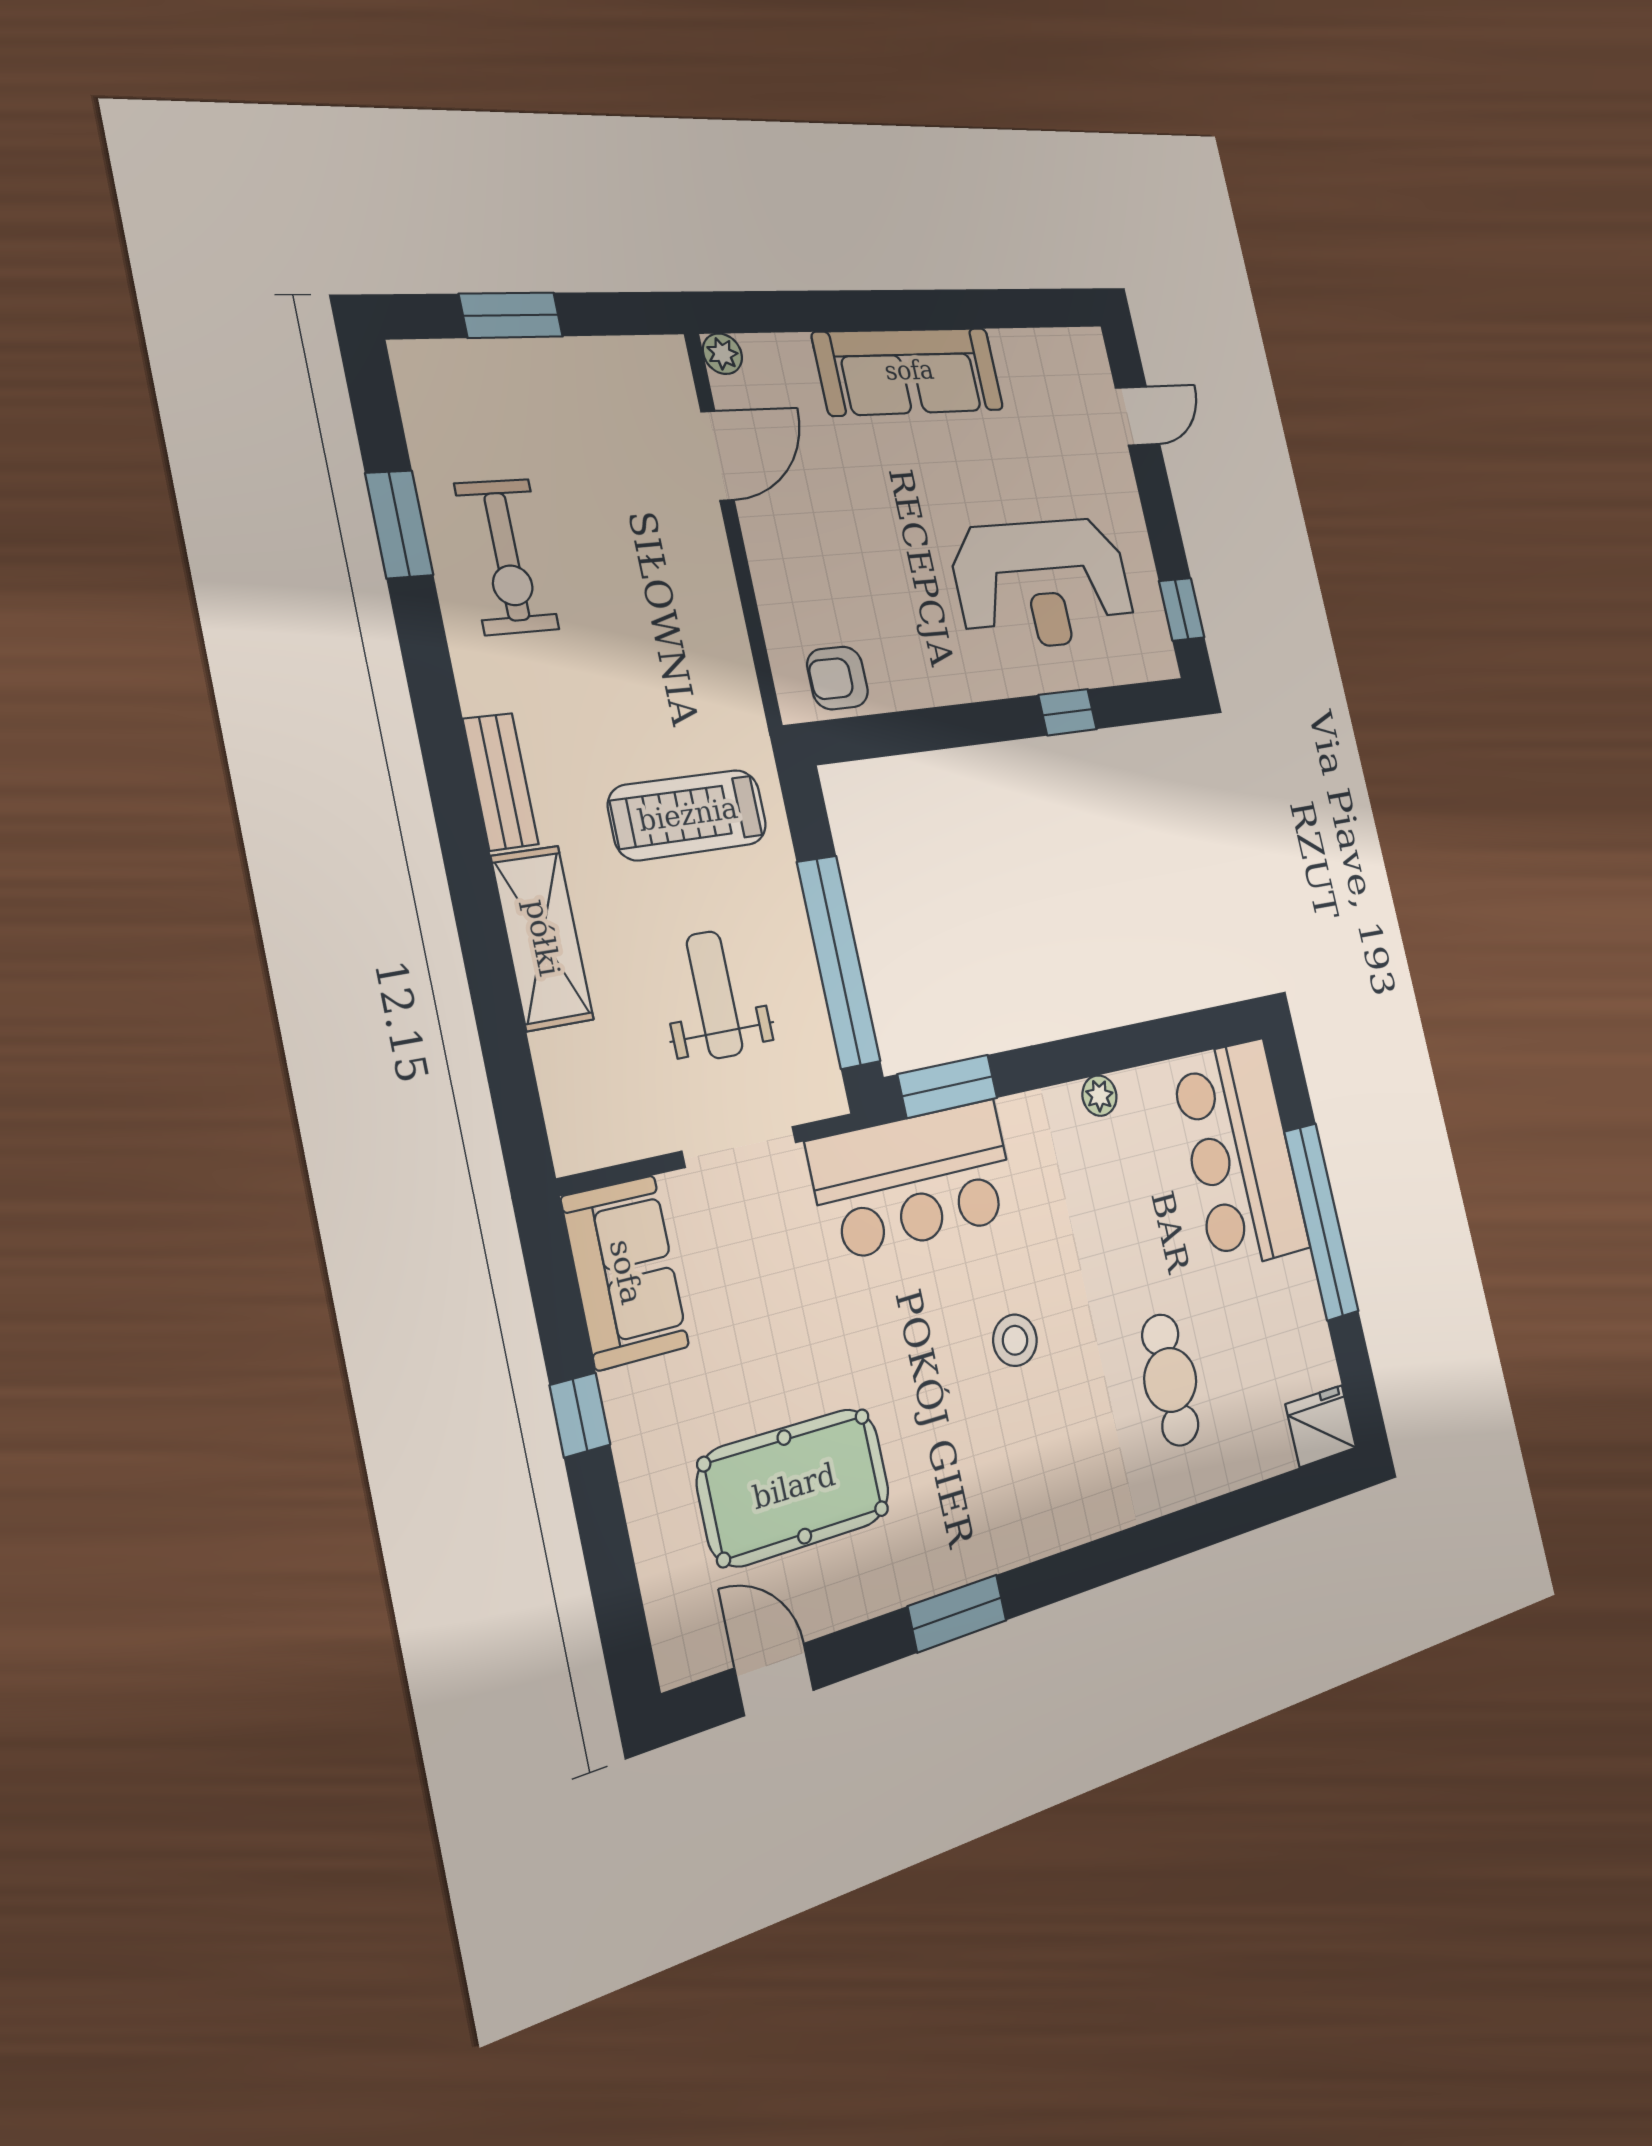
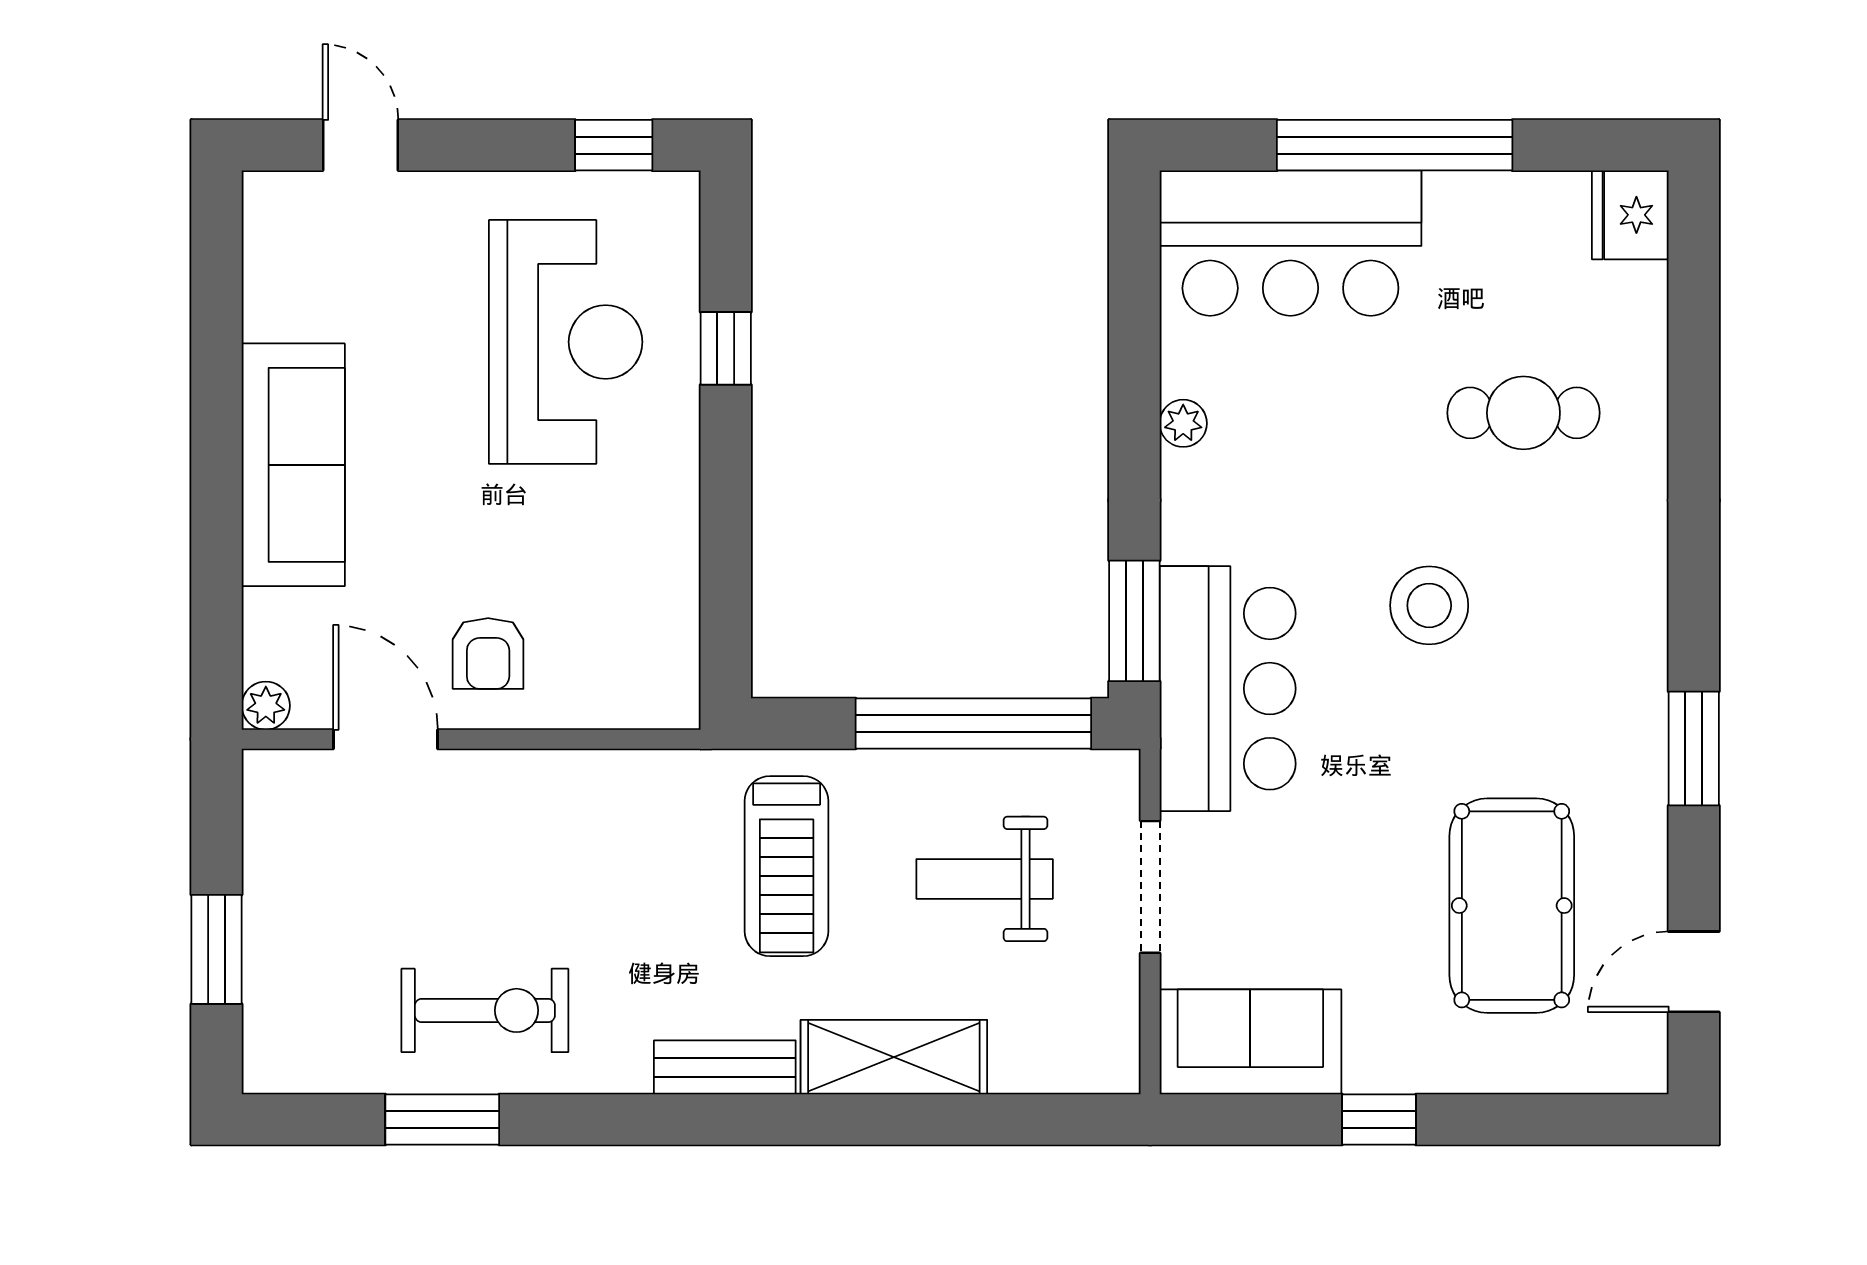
armchair: (838, 678) -> (488, 653), moved
stool: (1015, 1340) -> (1429, 605), width x1.38, depth x1.38

